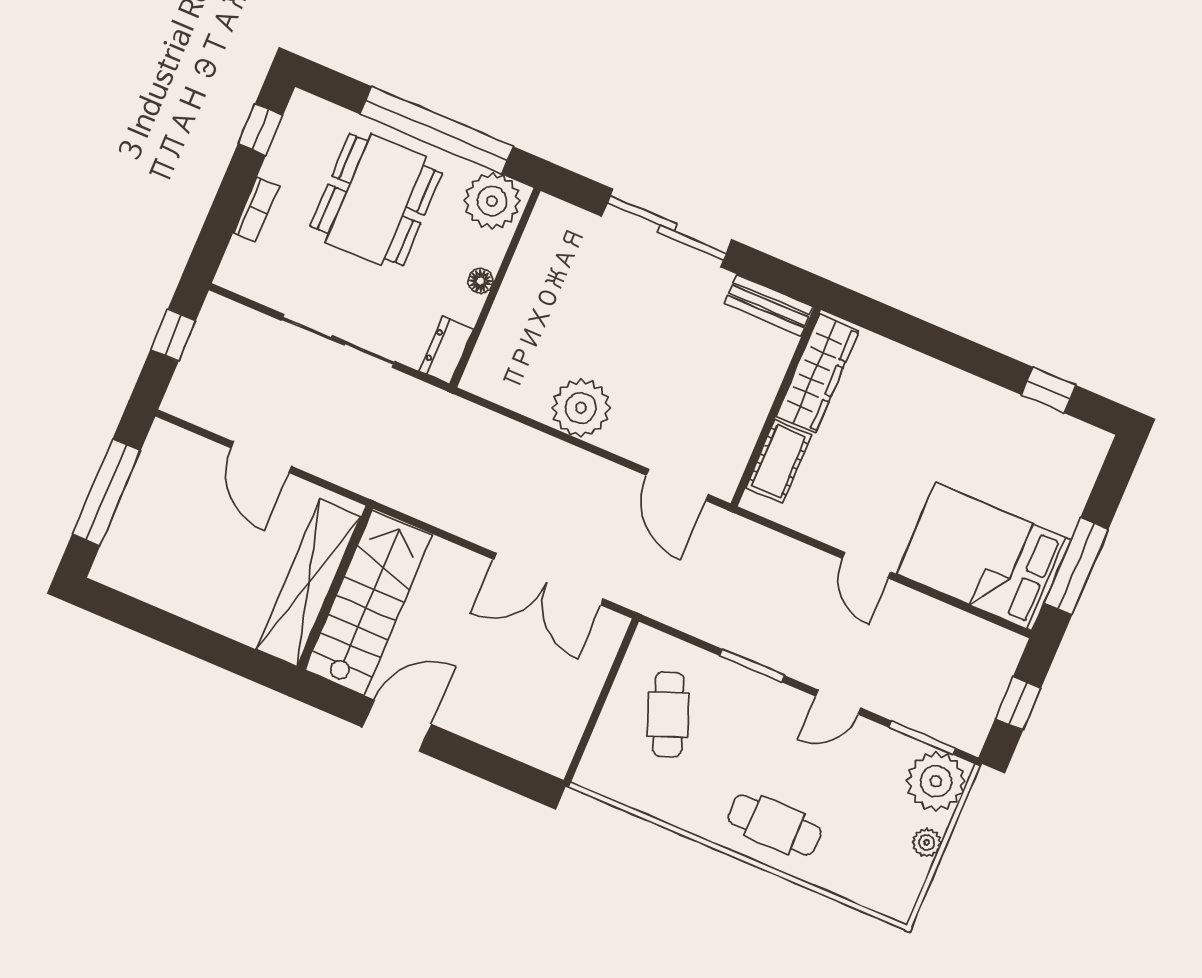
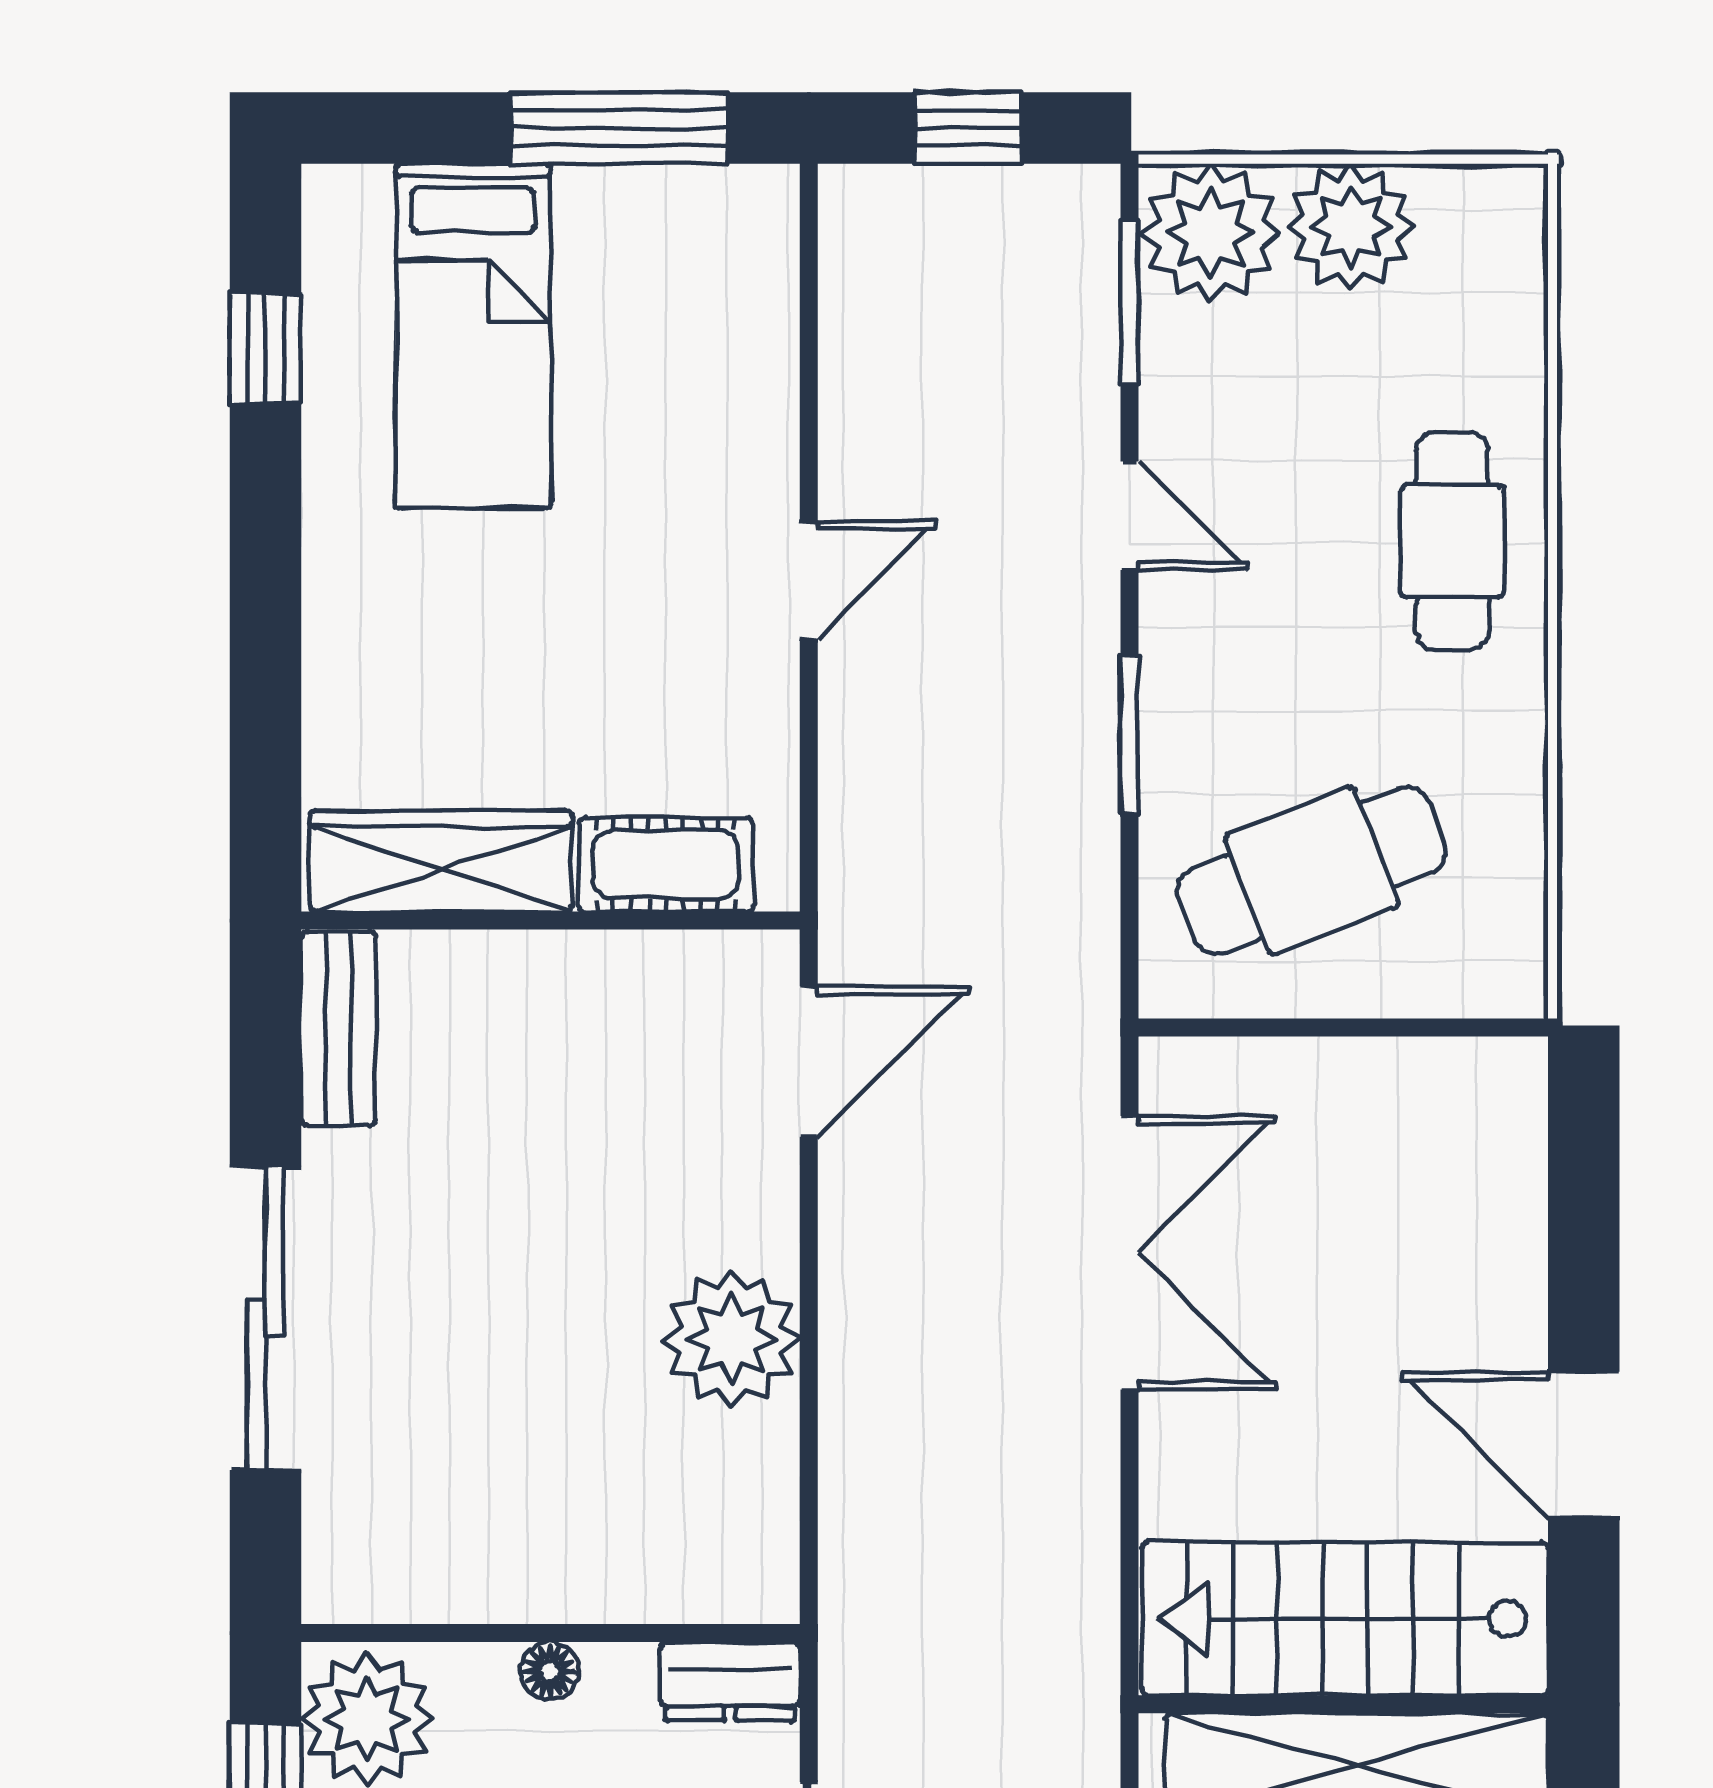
bed: (984, 557) -> (473, 336), moved, width x0.67
cafe table: (668, 715) -> (1312, 871), width x1.37, depth x1.35
plant: (927, 843) -> (1351, 227), width x1.87, depth x1.87

